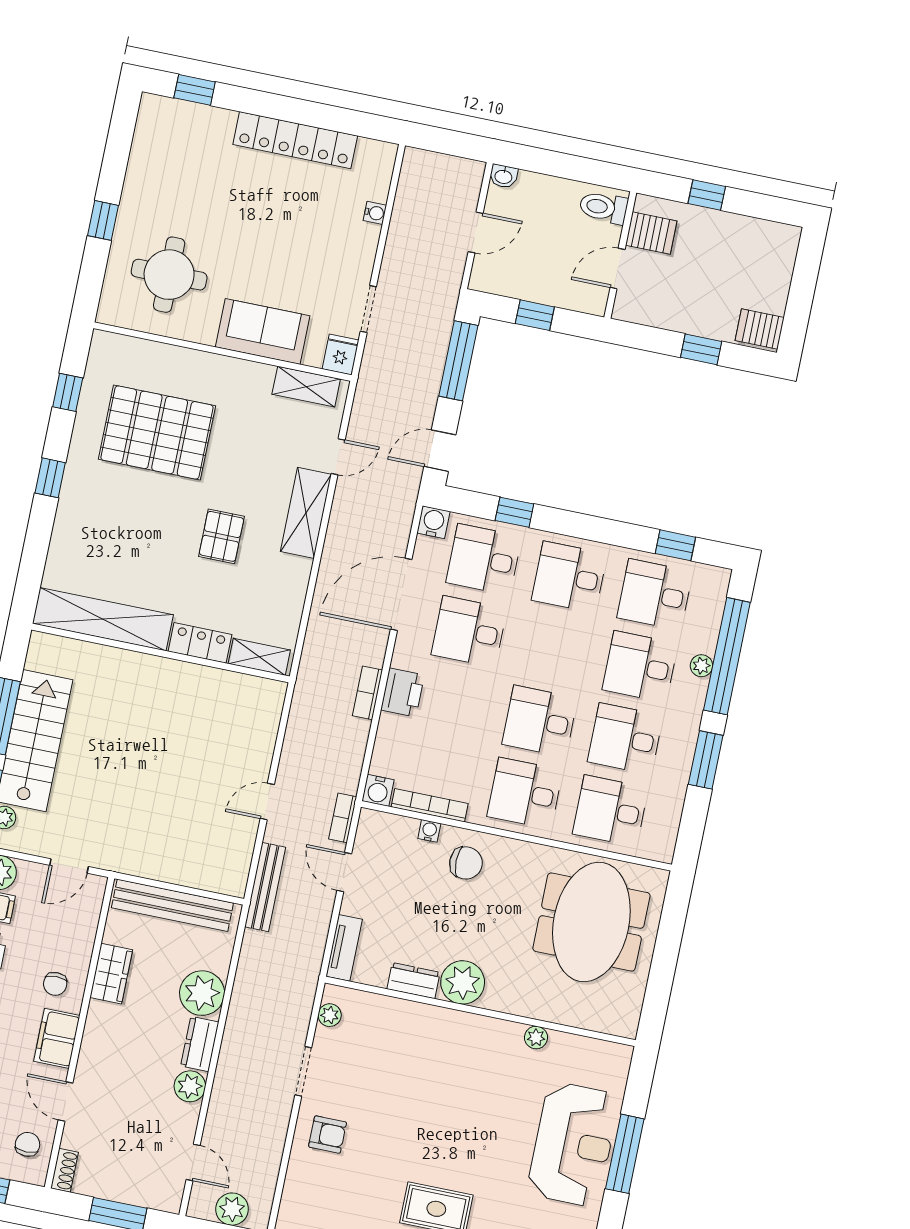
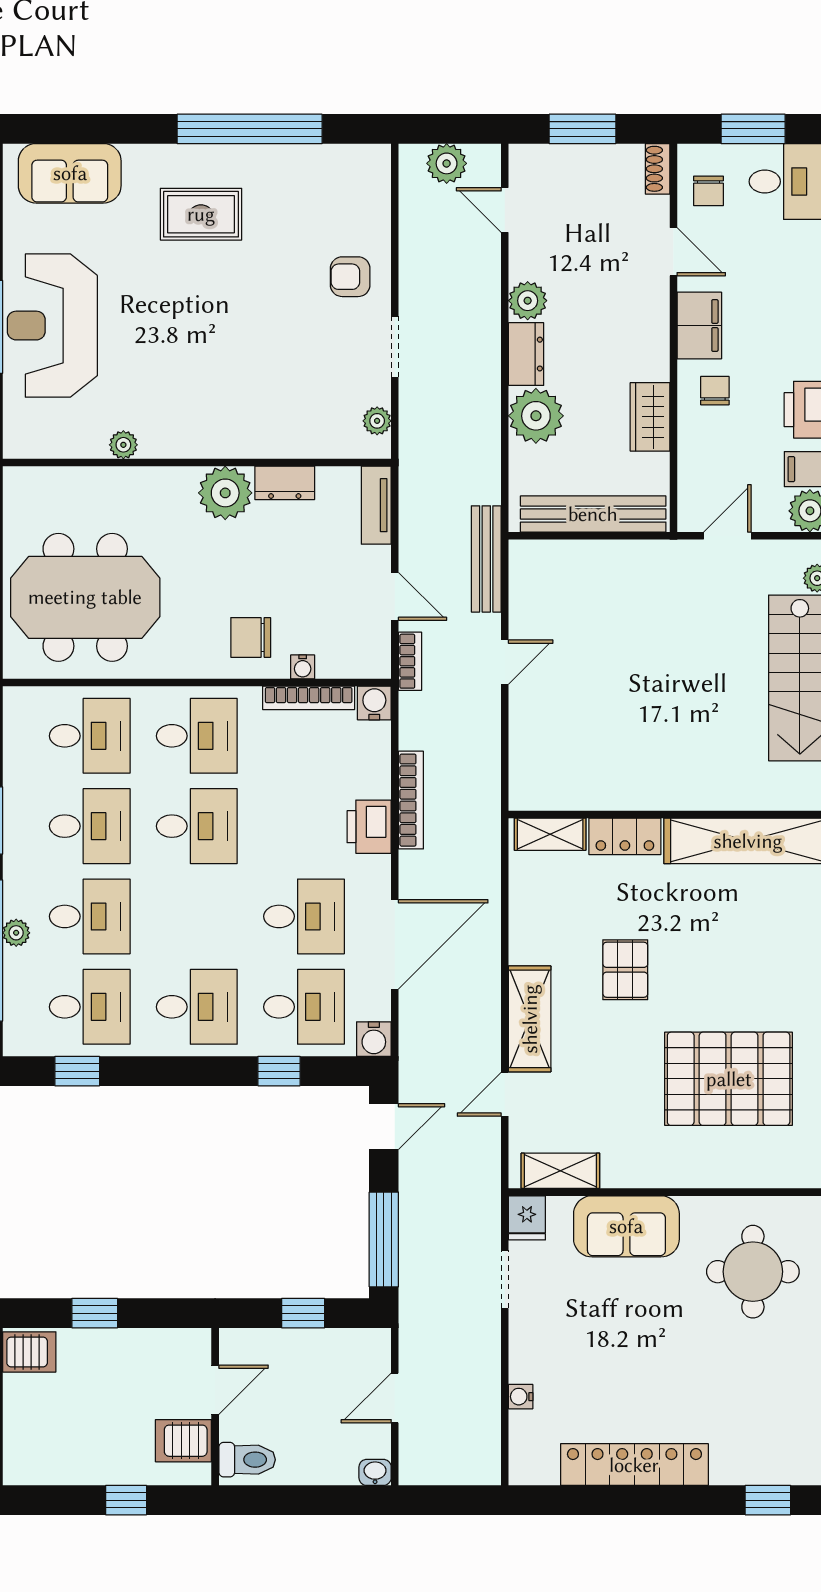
bookcase: (368, 693) -> (411, 800), width x1.56
meeting table: (591, 922) -> (85, 597), turned 90

